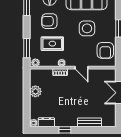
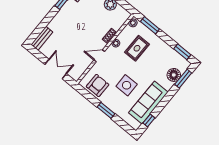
armchair: (49, 21) -> (156, 60), removed
armchair: (105, 50) -> (98, 85), turned 90
bench: (89, 122) -> (42, 38), moved

